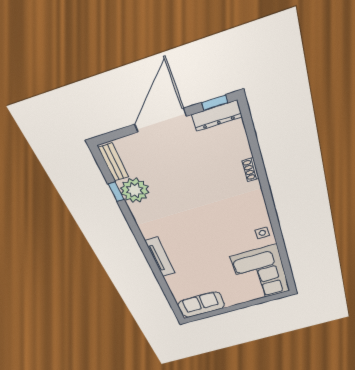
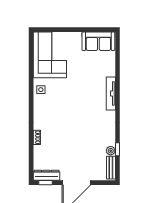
plant: (135, 190) -> (111, 151), width x0.53, depth x0.53

